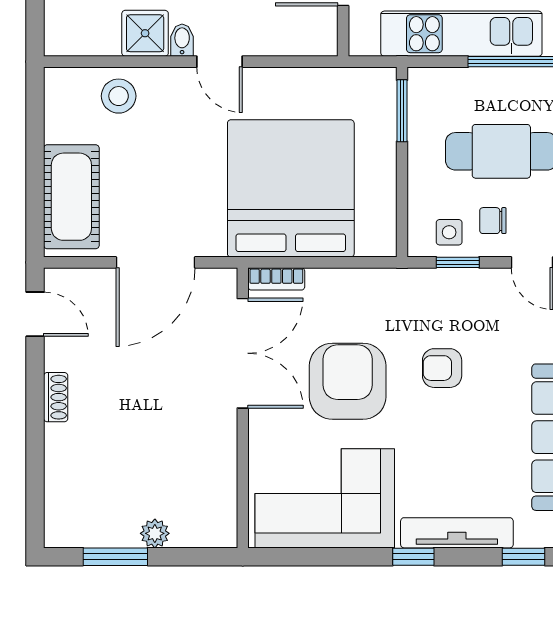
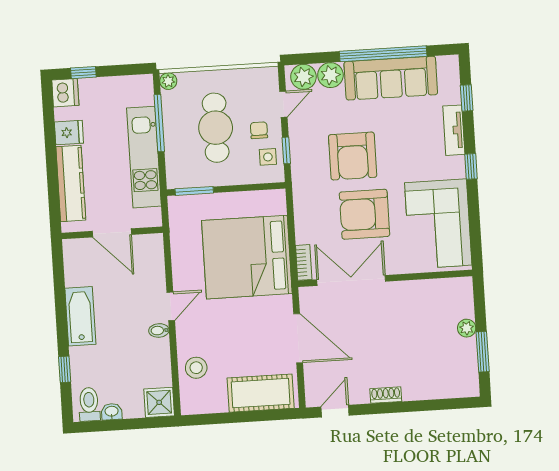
shower: (145, 33) -> (159, 402), moved
chair: (493, 221) -> (259, 130), turned 180
armchair: (442, 368) -> (353, 156), width x1.88, depth x1.88
tv unit: (457, 533) -> (454, 130), width x0.71

